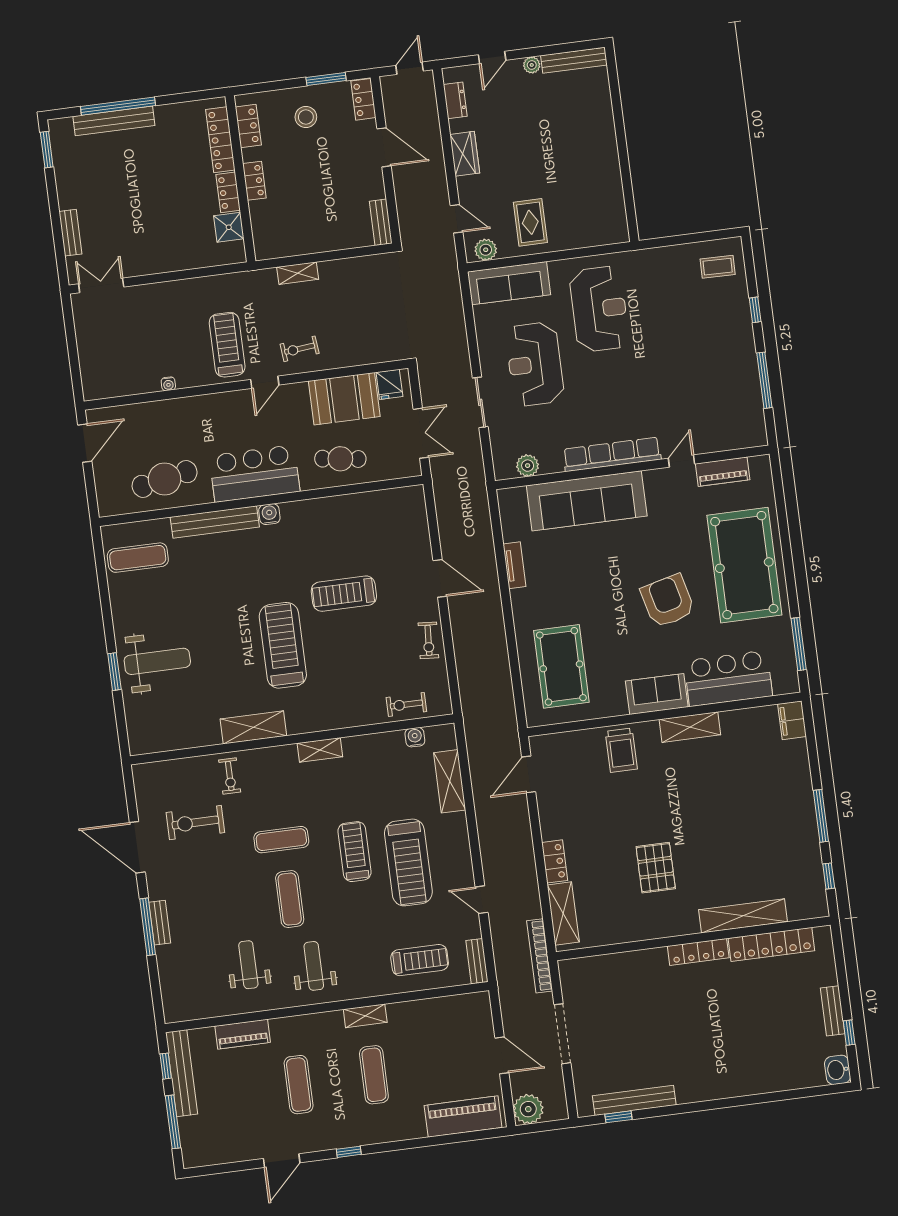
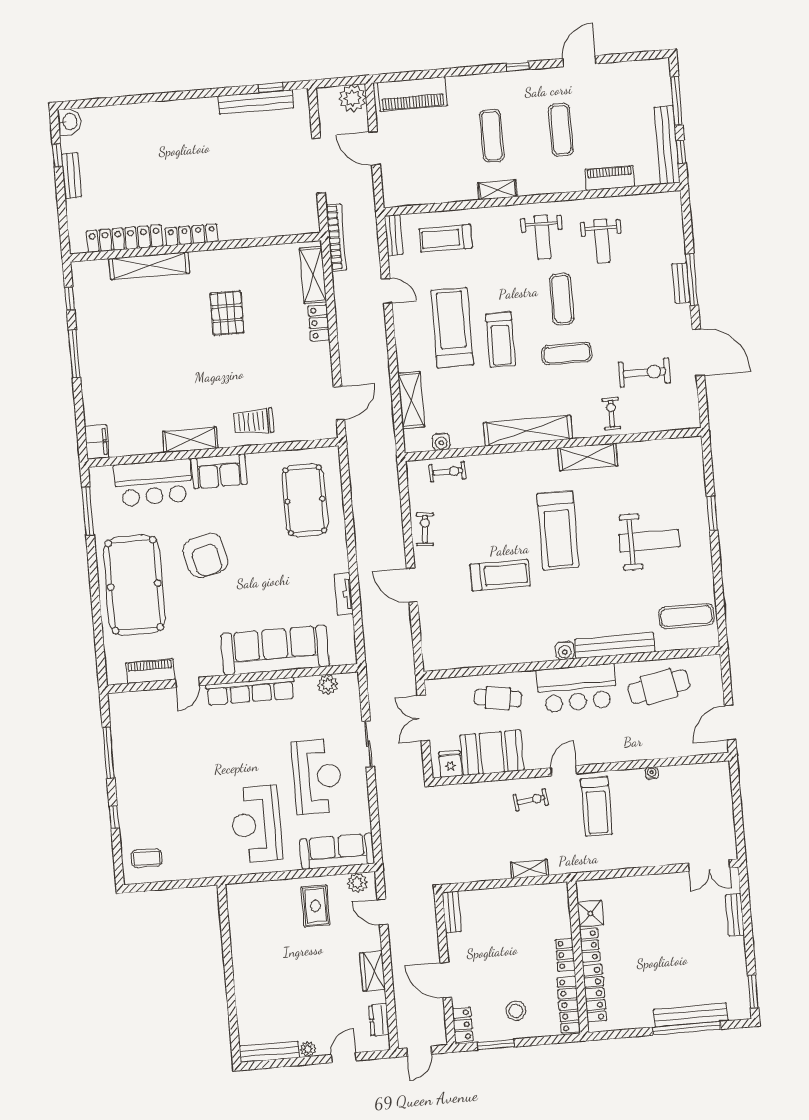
locker: (248, 126) -> (569, 1005), width x1.53
weight bench: (157, 661) -> (649, 541), moved, turned 180
shelving: (320, 750) -> (528, 431), width x2.20, depth x1.33
trolley: (621, 750) -> (254, 422), turned -90

